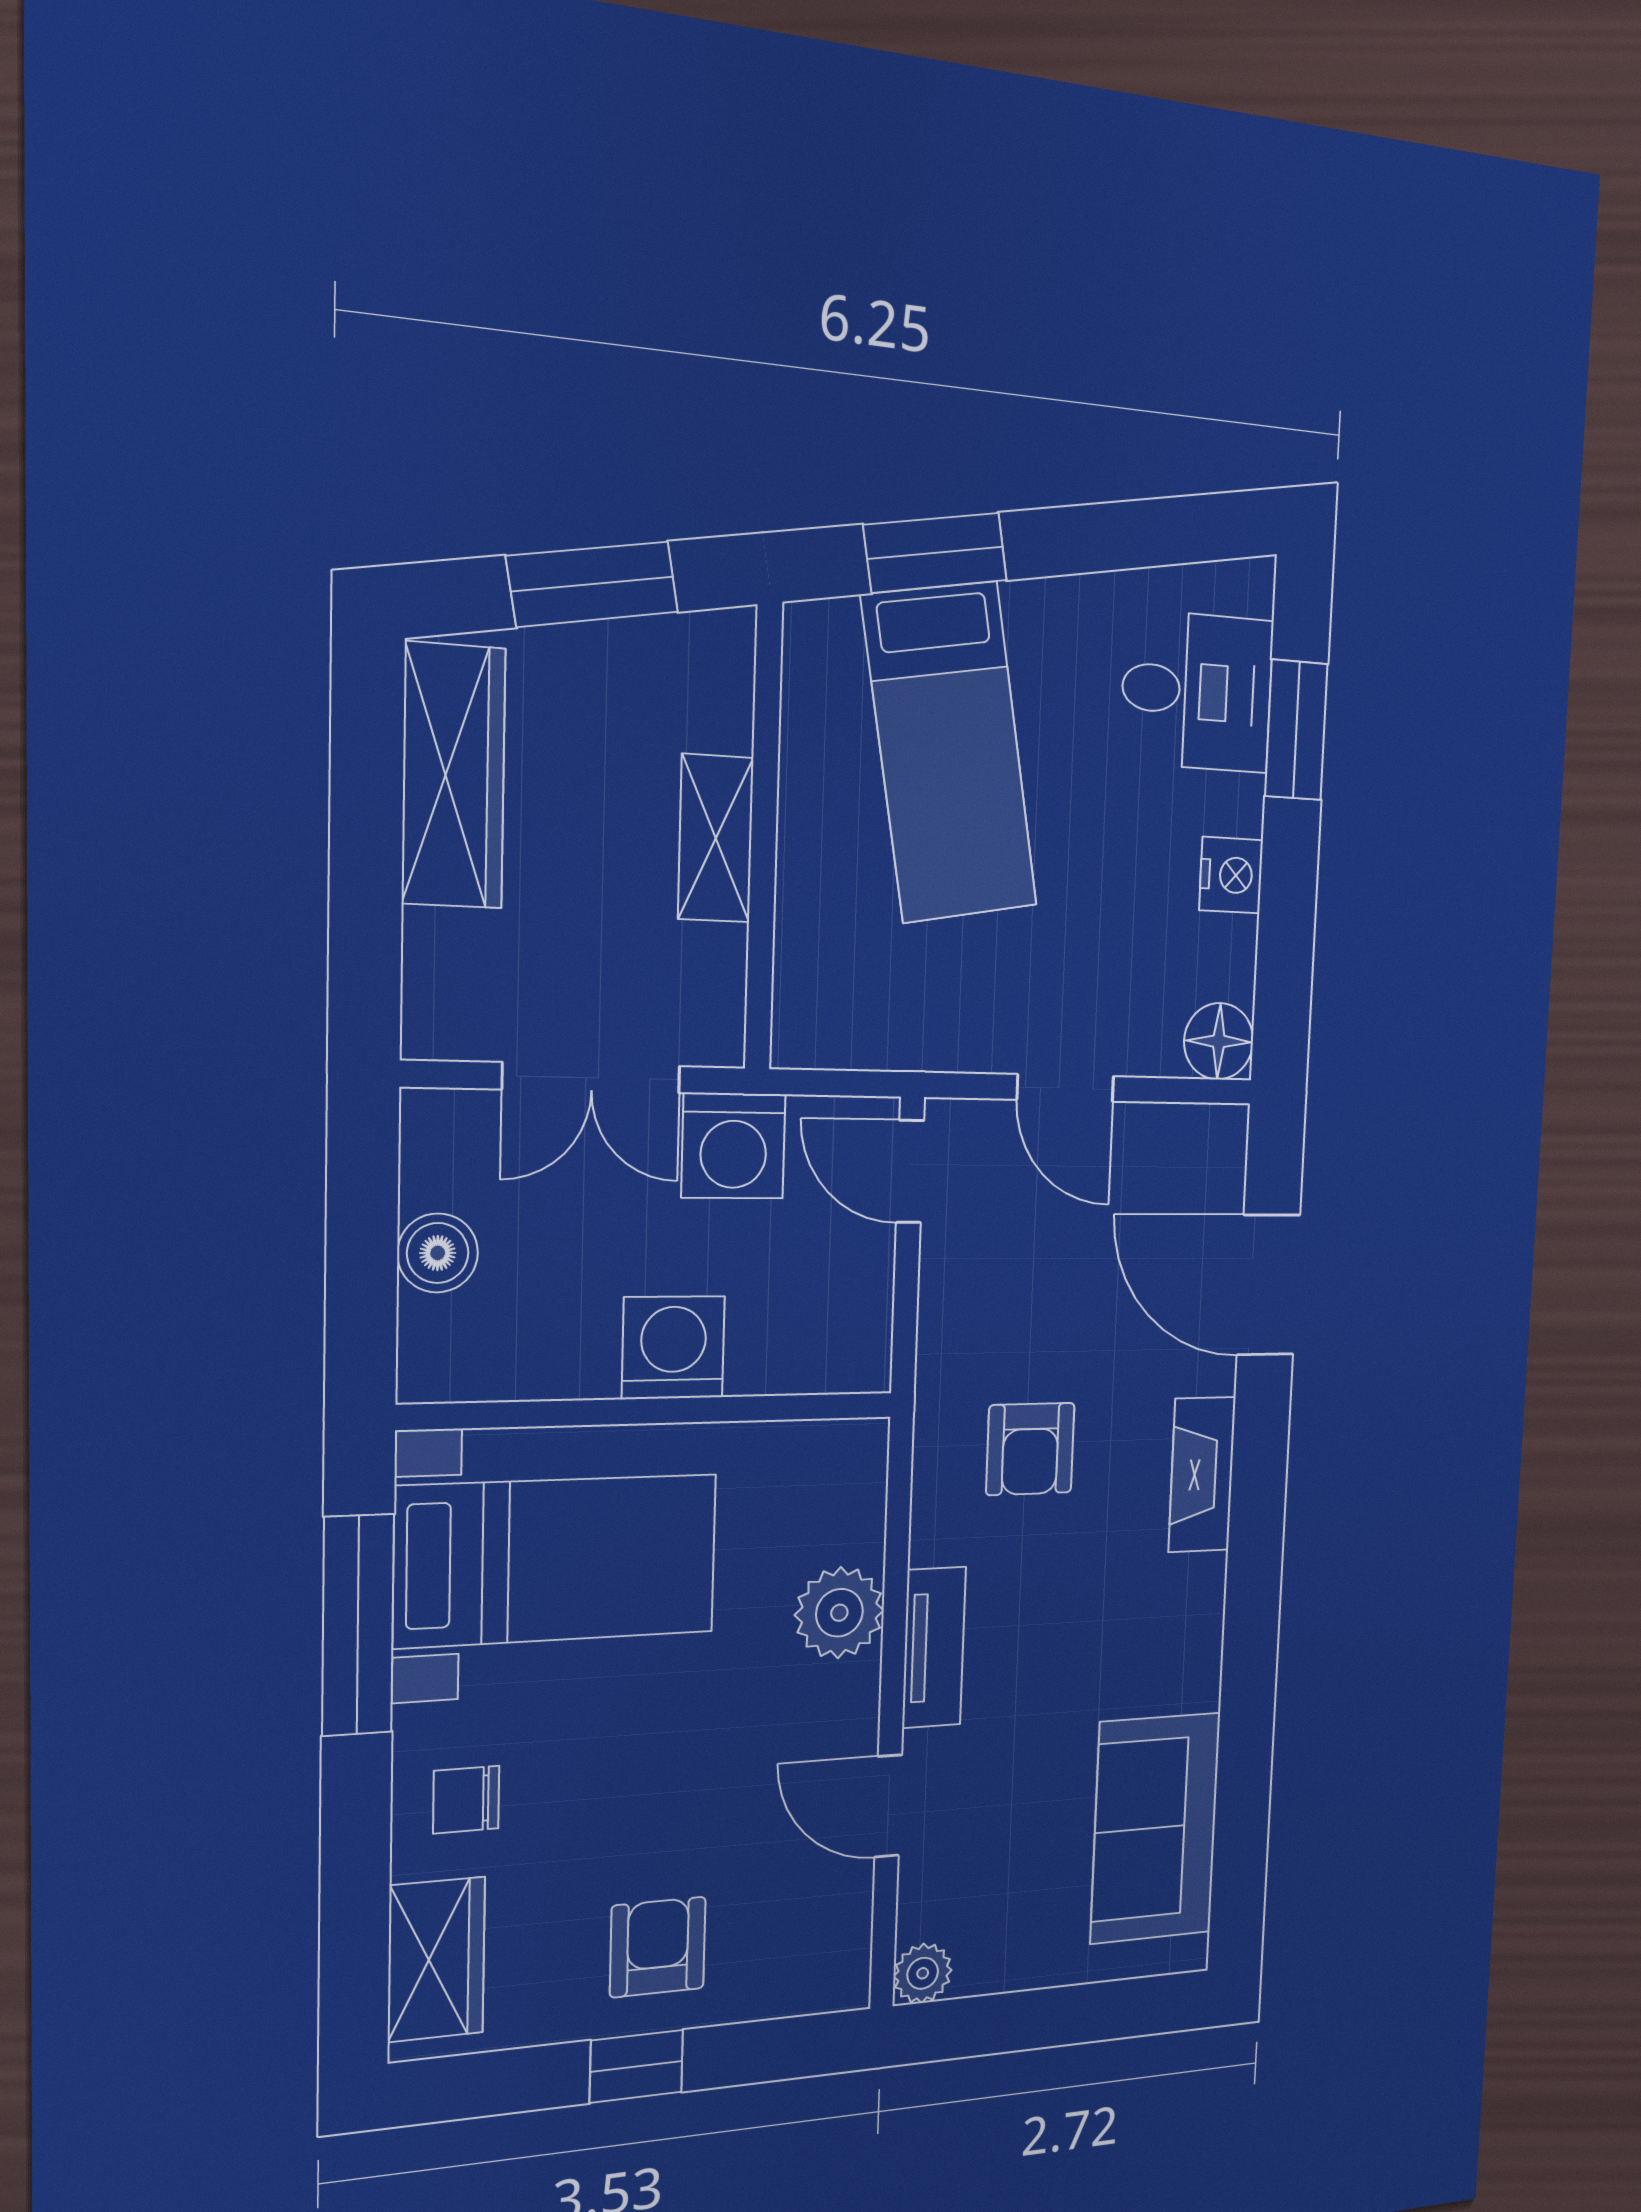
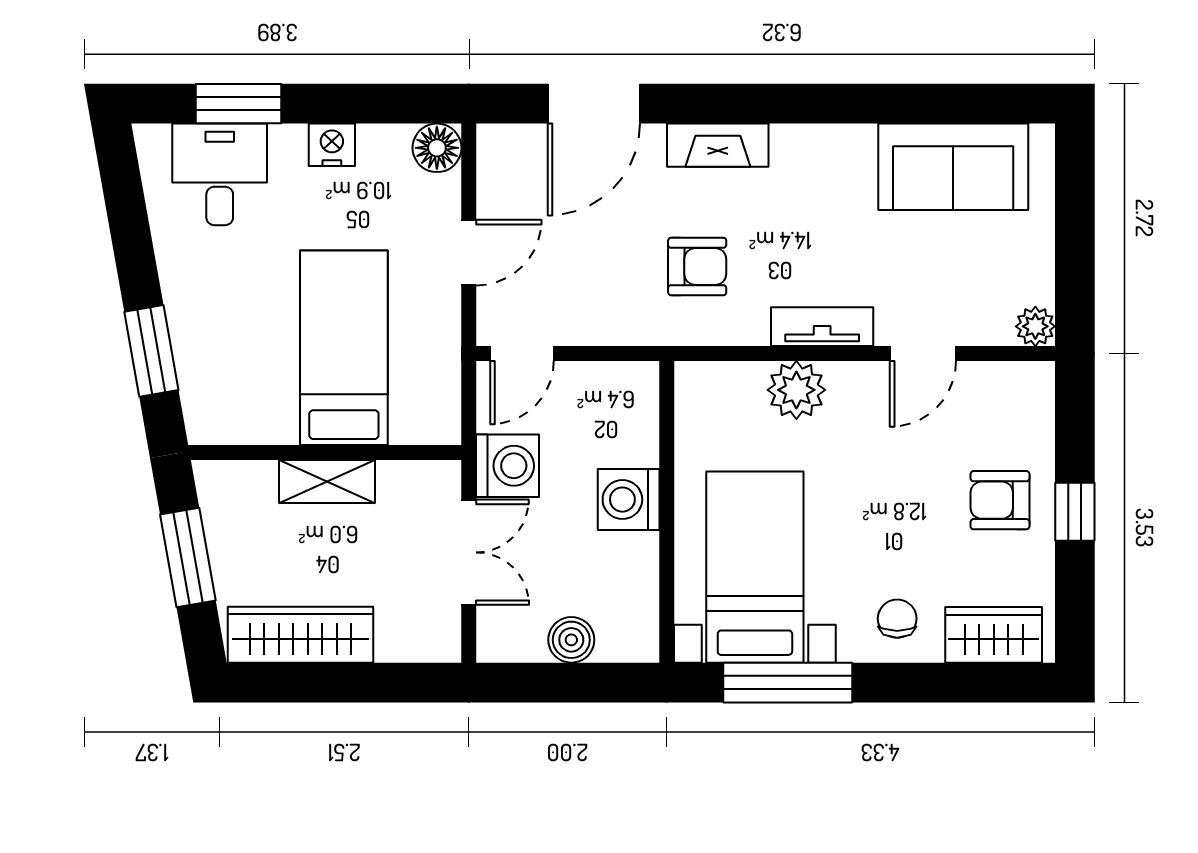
bed: (950, 752) -> (344, 348), moved, turned -80
chair: (466, 1800) -> (897, 619), turned 180

